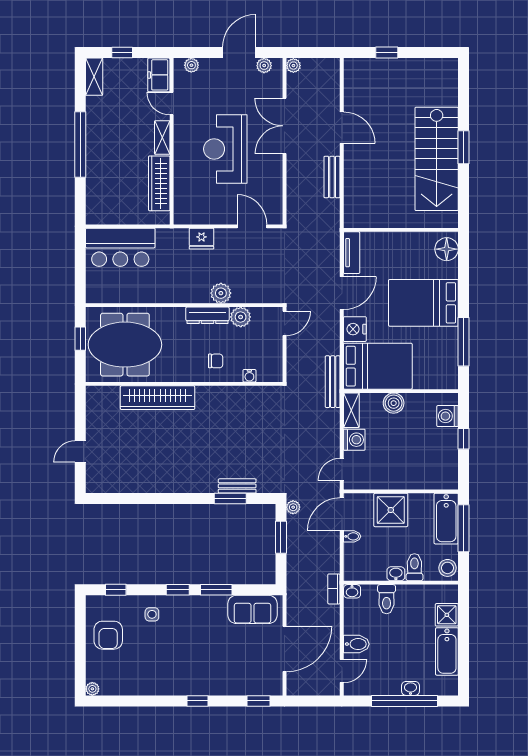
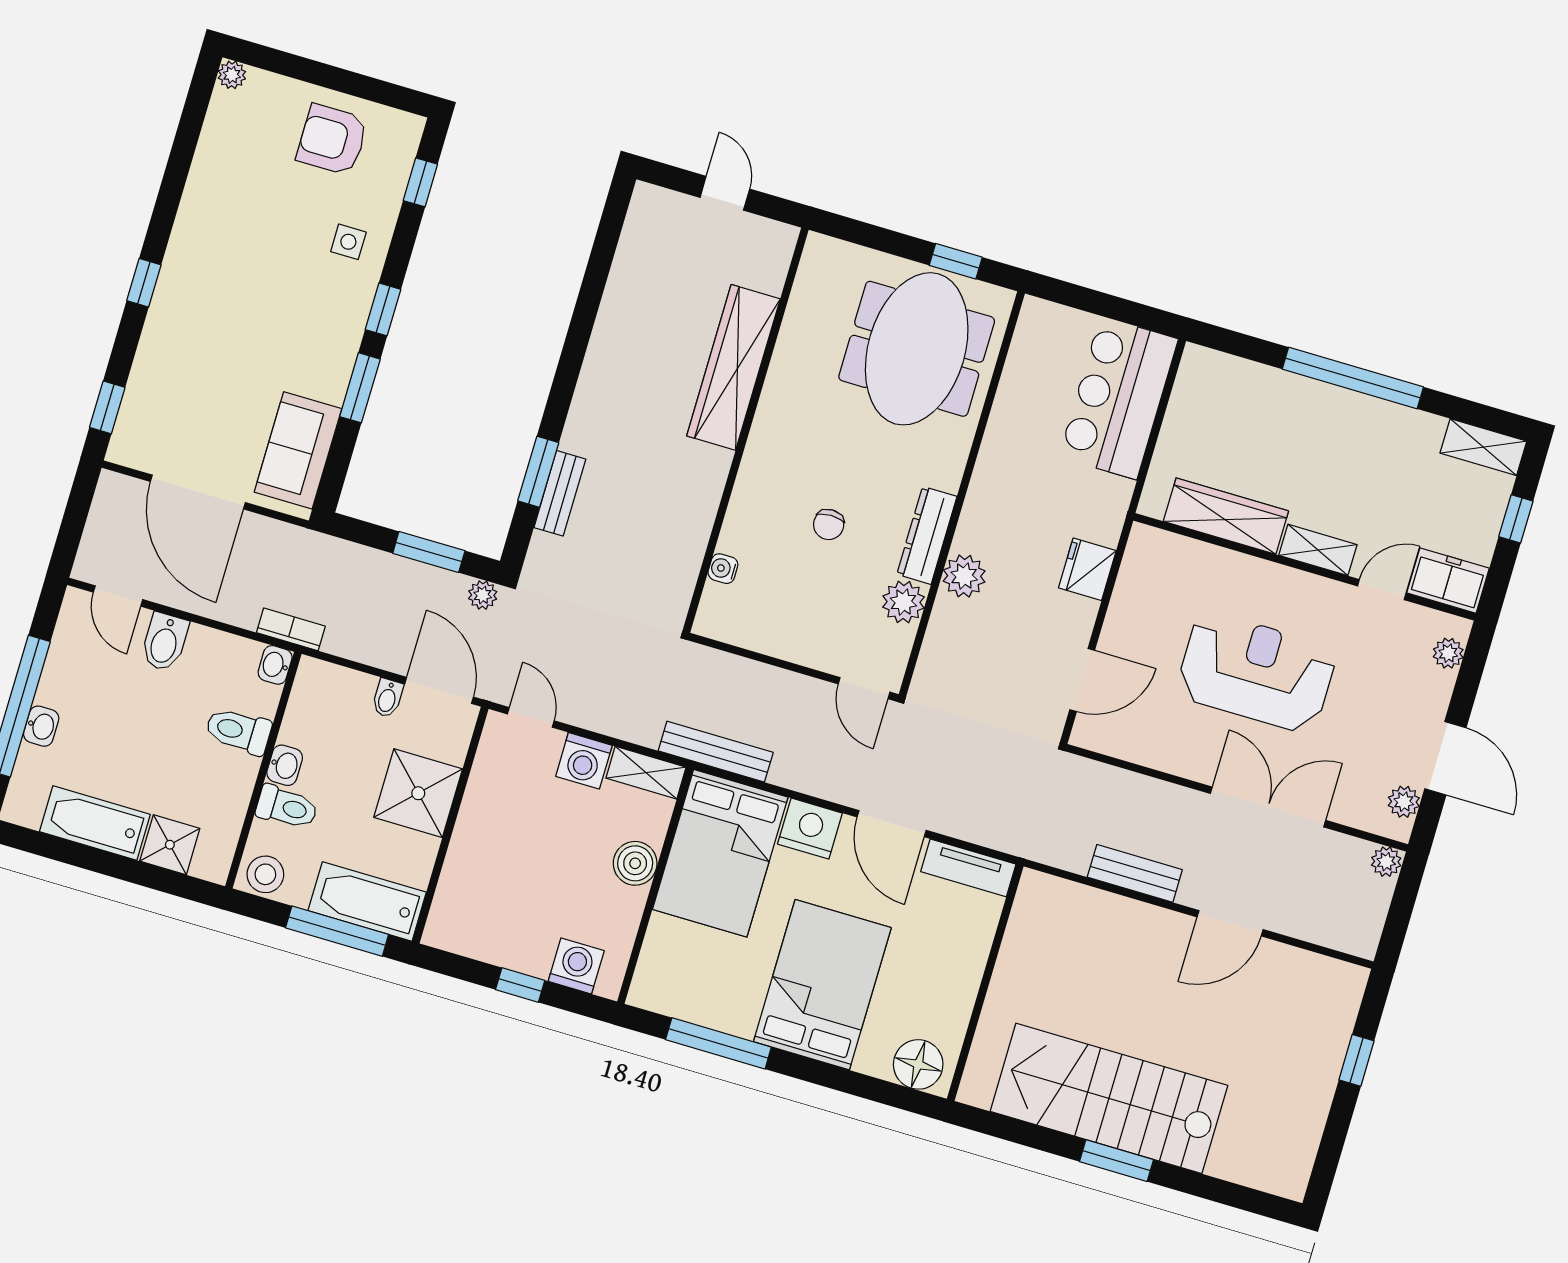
water cooler: (249, 376) -> (723, 569), moved
wall: (184, 384) -> (746, 430), moved
wardrobe: (158, 398) -> (733, 367), moved

